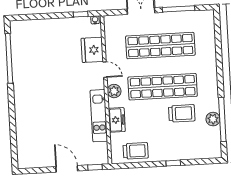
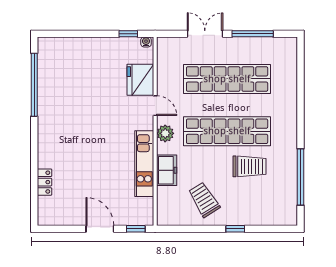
plant: (213, 119) -> (289, 176), removed
locker: (21, 134) -> (45, 182), added
trolley: (136, 151) -> (204, 200), moved, turned -122

